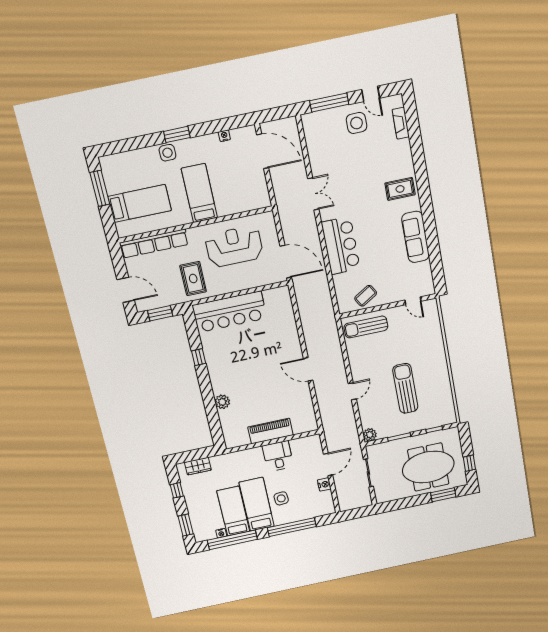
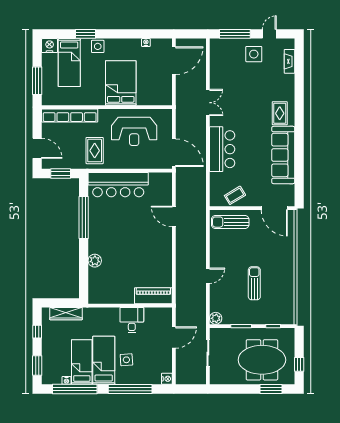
door: (371, 94) -> (269, 34), swing flipped
window: (177, 134) -> (85, 34), moved
door: (263, 151) -> (174, 61), hinge flipped
nightstand: (109, 164) -> (50, 46), added
window: (100, 188) -> (37, 81), moved
rug: (400, 189) -> (280, 113), turned 90
bed: (199, 193) -> (121, 83), width x1.50
bed: (140, 203) -> (69, 63), moved, turned 90
sofa: (416, 237) -> (283, 155), width x1.36, depth x1.27
reception desk: (234, 246) -> (134, 131), turned 180
door: (413, 301) -> (274, 208), width x1.88
window: (199, 357) -> (84, 217), width x3.17
door: (308, 369) -> (174, 216), moved
sun lounger: (405, 388) -> (254, 283), width x0.73, depth x0.75
piano: (271, 431) -> (153, 296), moved
wardrobe: (198, 466) -> (66, 314), width x1.50
nightstand: (324, 484) -> (167, 379), moved

